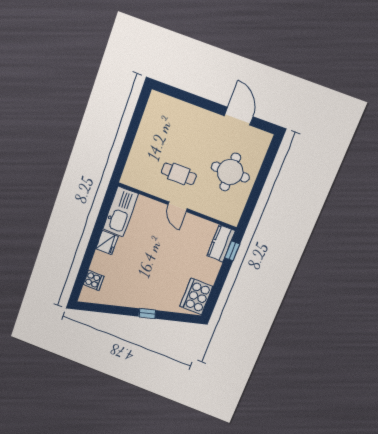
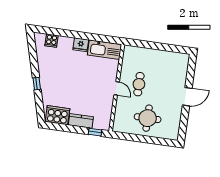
door: (239, 116) -> (187, 97), moved
door: (178, 207) -> (117, 88), swing flipped
kitchen counter: (221, 243) -> (81, 121), moved

